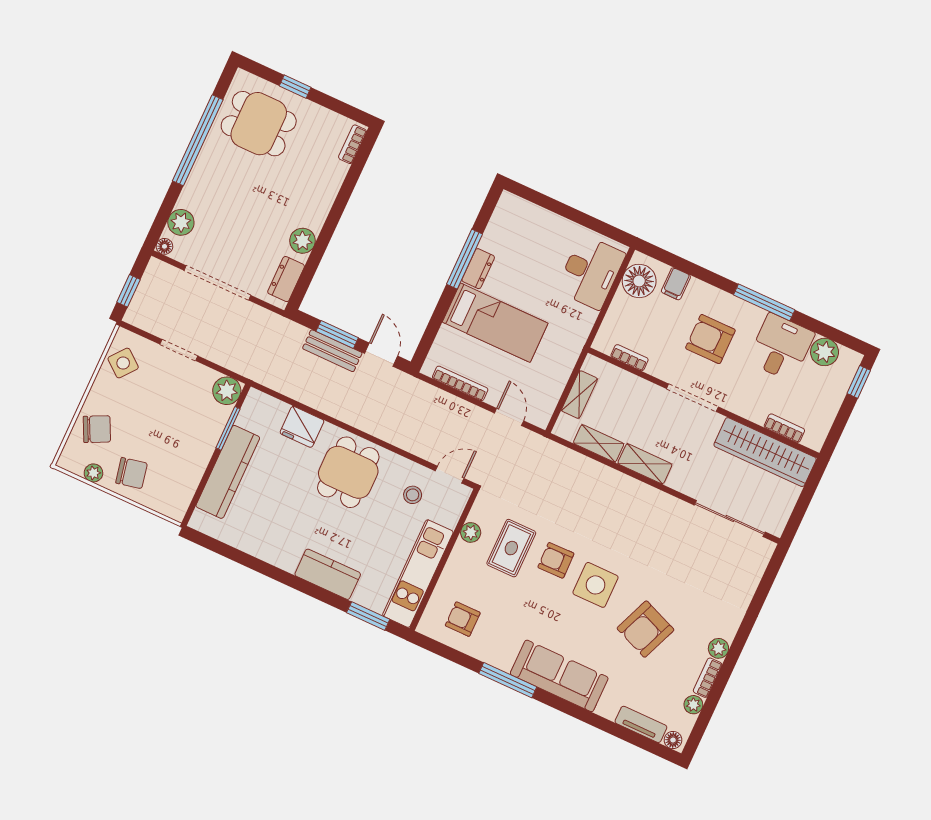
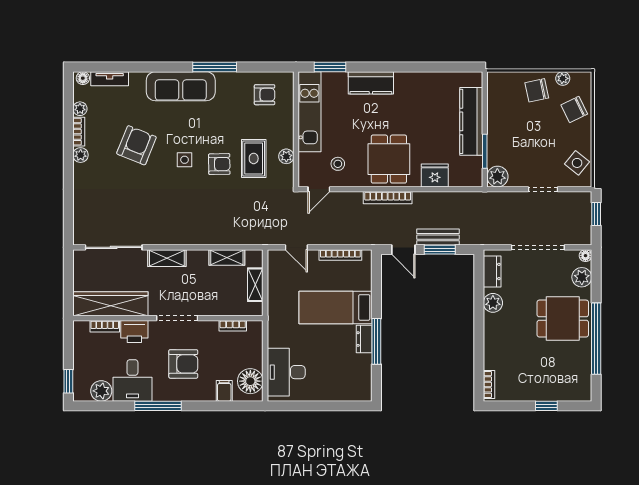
dining table: (259, 124) -> (563, 319), moved
printer: (751, 405) -> (134, 332), added
bookcase: (371, 426) -> (388, 198), added
shelving: (645, 464) -> (167, 258), moved
side table: (596, 585) -> (185, 160), width x0.54, depth x0.54

